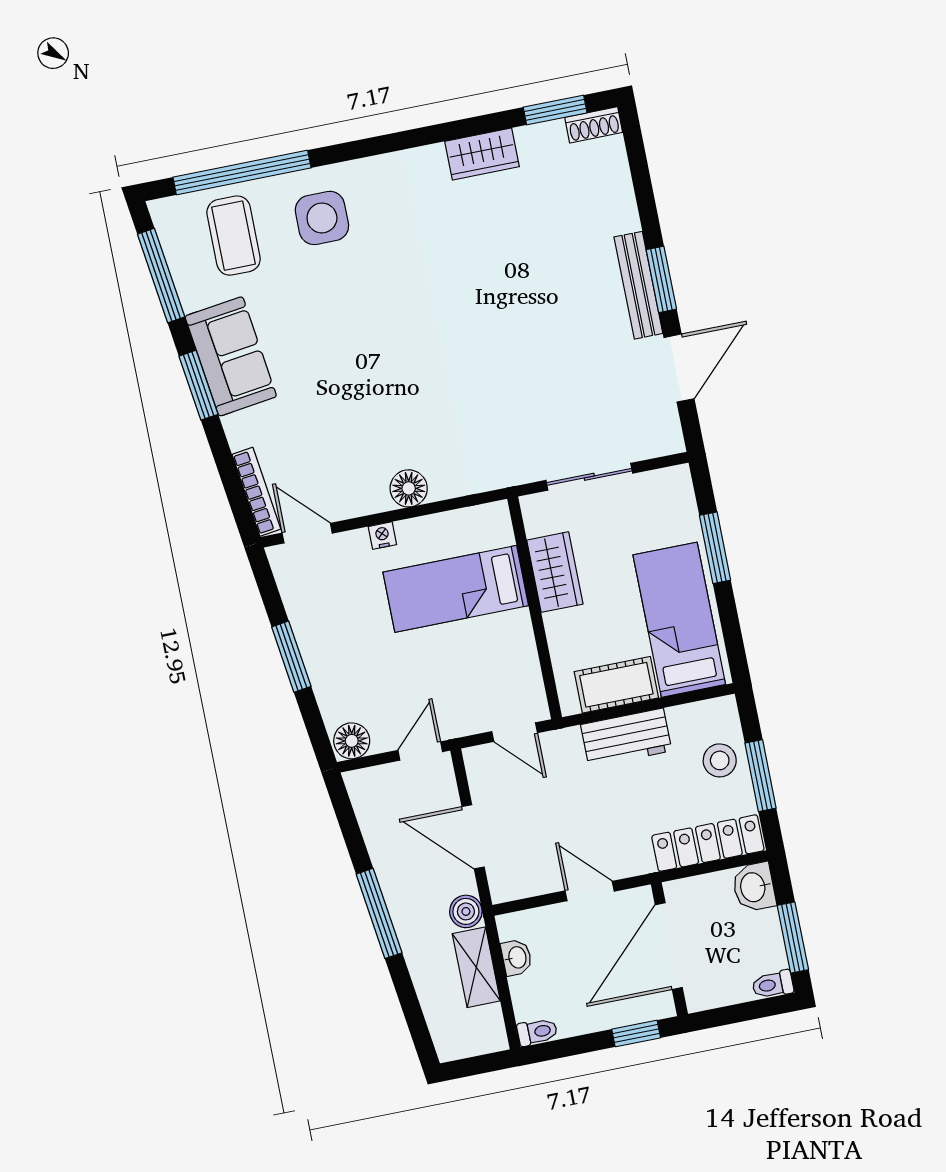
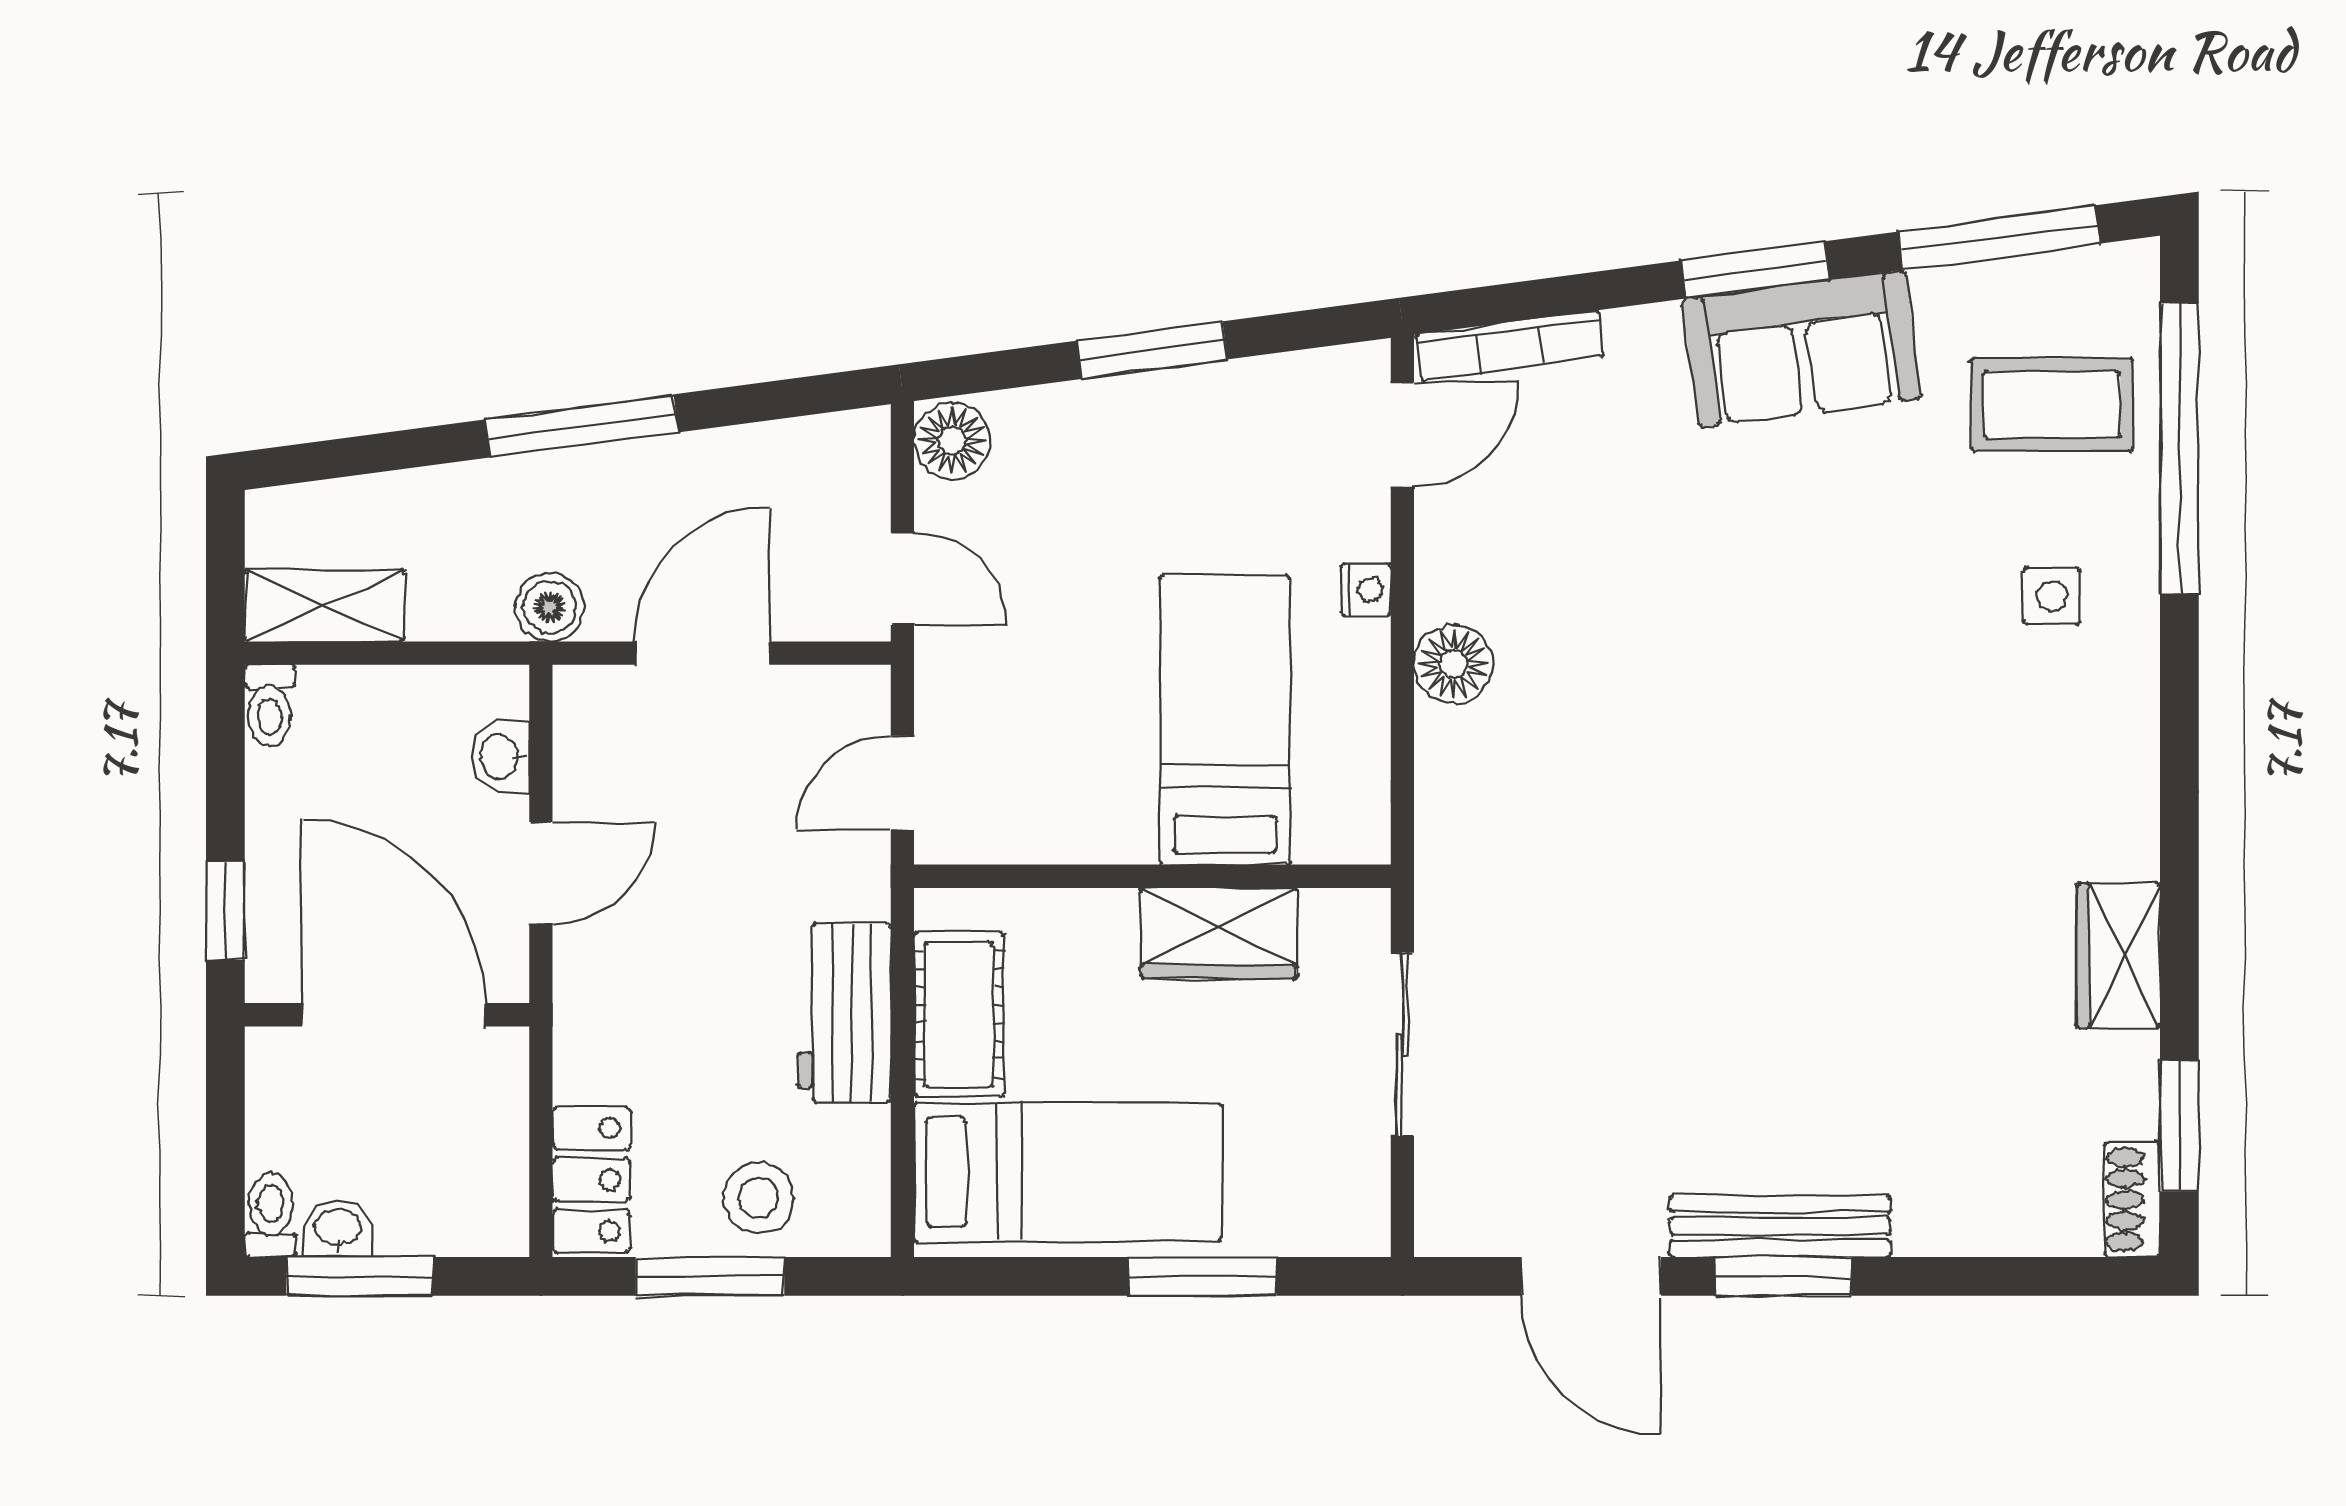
side table: (322, 218) -> (2052, 596), width x0.54, depth x0.54
locker: (708, 843) -> (591, 1180), width x0.66
washbasin: (754, 887) -> (337, 1229), moved, width x0.72, depth x0.69
washbasin: (517, 957) -> (500, 757), moved, turned 90
shelving: (476, 967) -> (325, 606), moved

